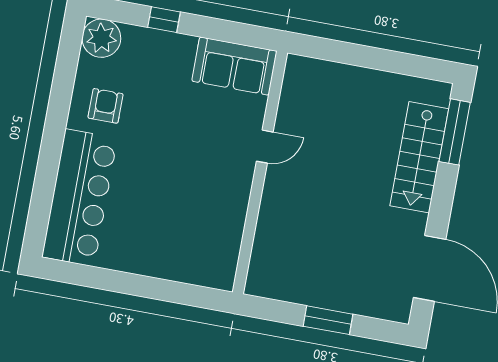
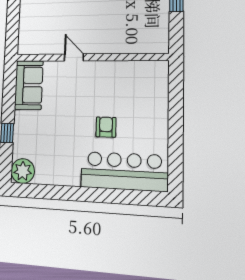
armchair: (106, 106) -> (106, 127), moved, turned 90

